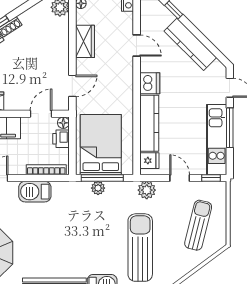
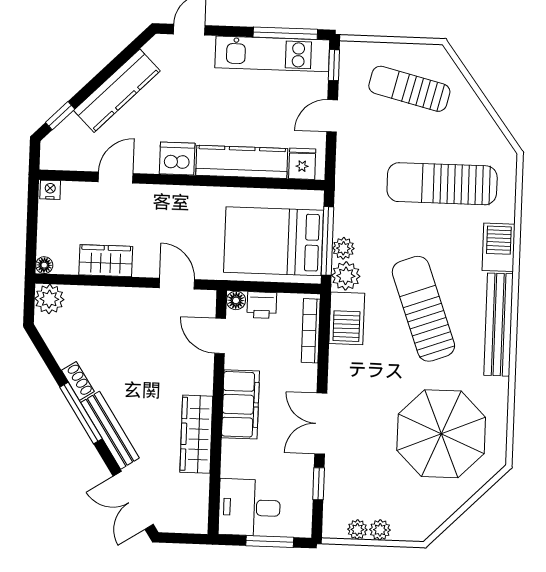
window: (230, 128) -> (285, 33), moved
plant: (147, 190) -> (346, 276), moved
barbecue: (35, 192) -> (347, 318), moved
sun lounger: (62, 239) -> (423, 309), added

